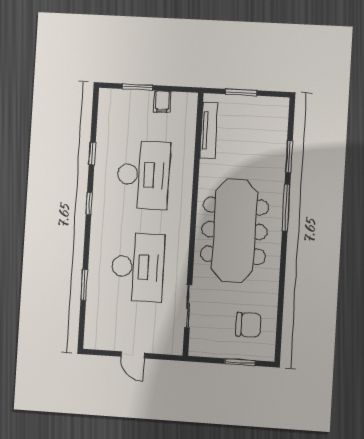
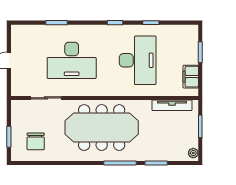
filing cabinet: (162, 102) -> (191, 77), width x2.00
plant: (278, 104) -> (193, 153), added
desk: (143, 175) -> (138, 60), turned -90

